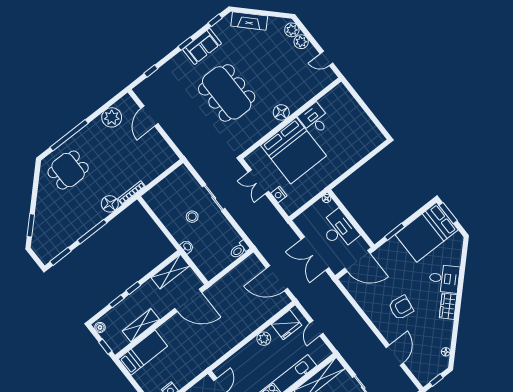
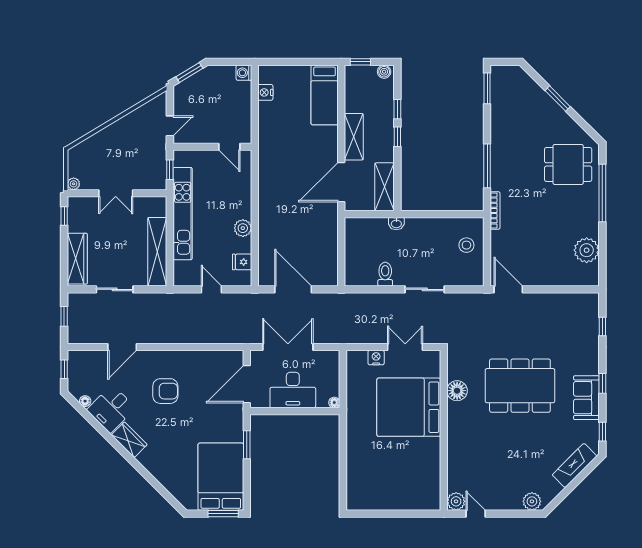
plant: (301, 42) -> (456, 501), moved
door: (326, 58) -> (476, 514), hinge flipped
floor lamp: (281, 112) -> (457, 391), moved
door: (149, 116) -> (508, 289), moved
desk: (315, 119) -> (424, 453), removed
dining table: (68, 170) -> (568, 164), turned 90
floor lamp: (110, 204) -> (501, 180), removed
stool: (192, 217) -> (466, 245), moved
window: (31, 225) -> (558, 99), moved
window: (92, 232) -> (487, 166), moved
toilet: (239, 250) -> (385, 274), moved
door: (277, 278) -> (293, 289), hinge flipped
desk: (444, 279) -> (111, 409), moved
armchair: (401, 307) -> (165, 391), turned -99
shelving: (141, 325) -> (354, 137), moved
fridge: (286, 325) -> (242, 262), width x0.53, depth x0.75
door: (395, 355) -> (122, 347), hinge flipped

